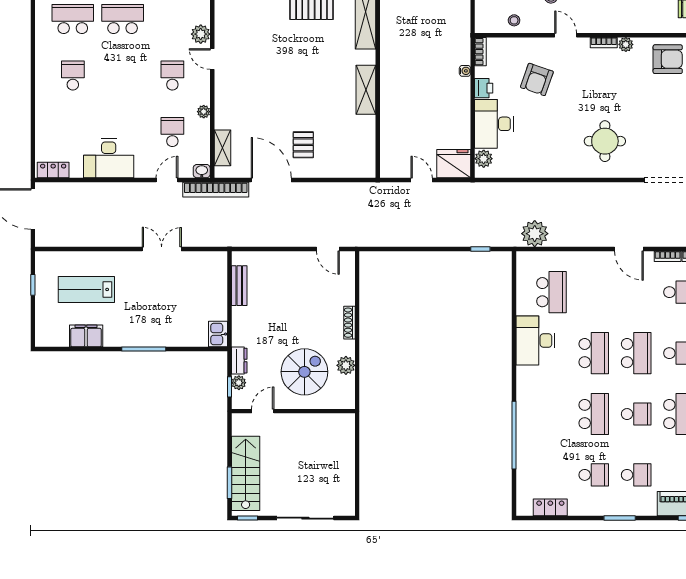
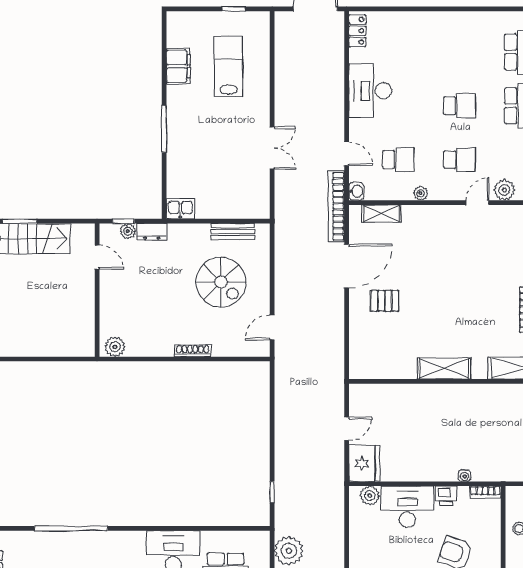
school desk: (73, 76) -> (460, 106), moved
plant: (346, 365) -> (115, 347), moved
spiral stairs: (304, 372) -> (221, 282), moved

